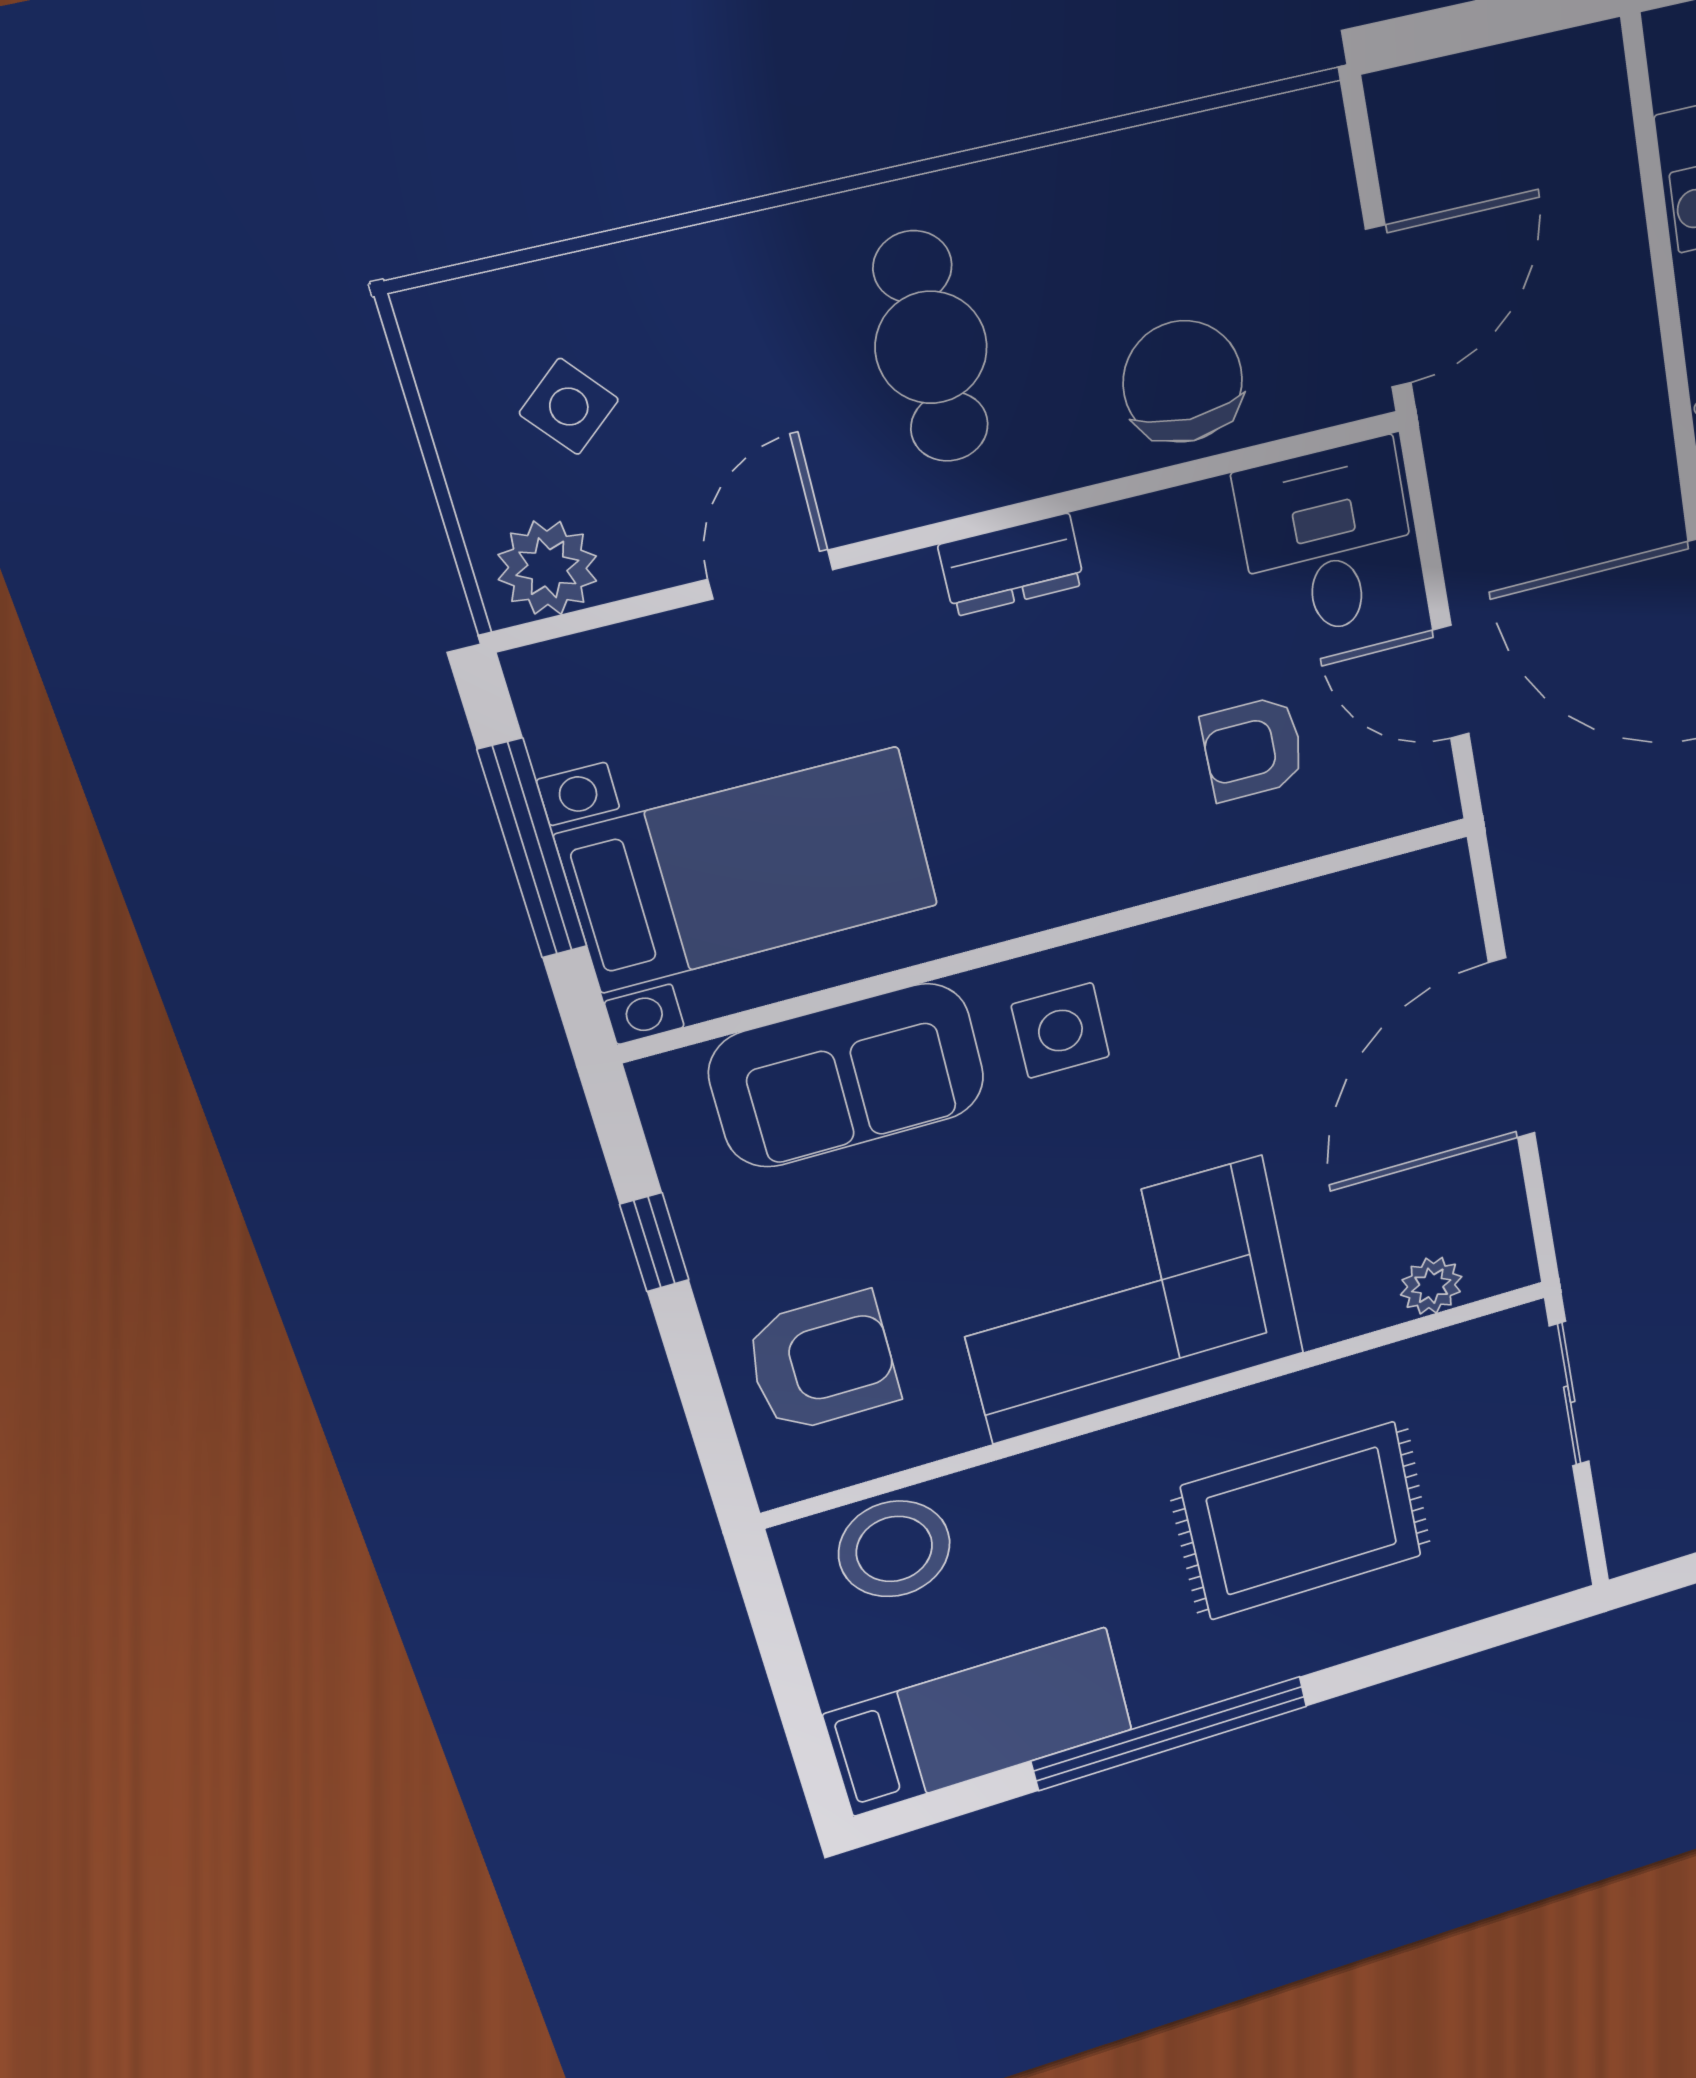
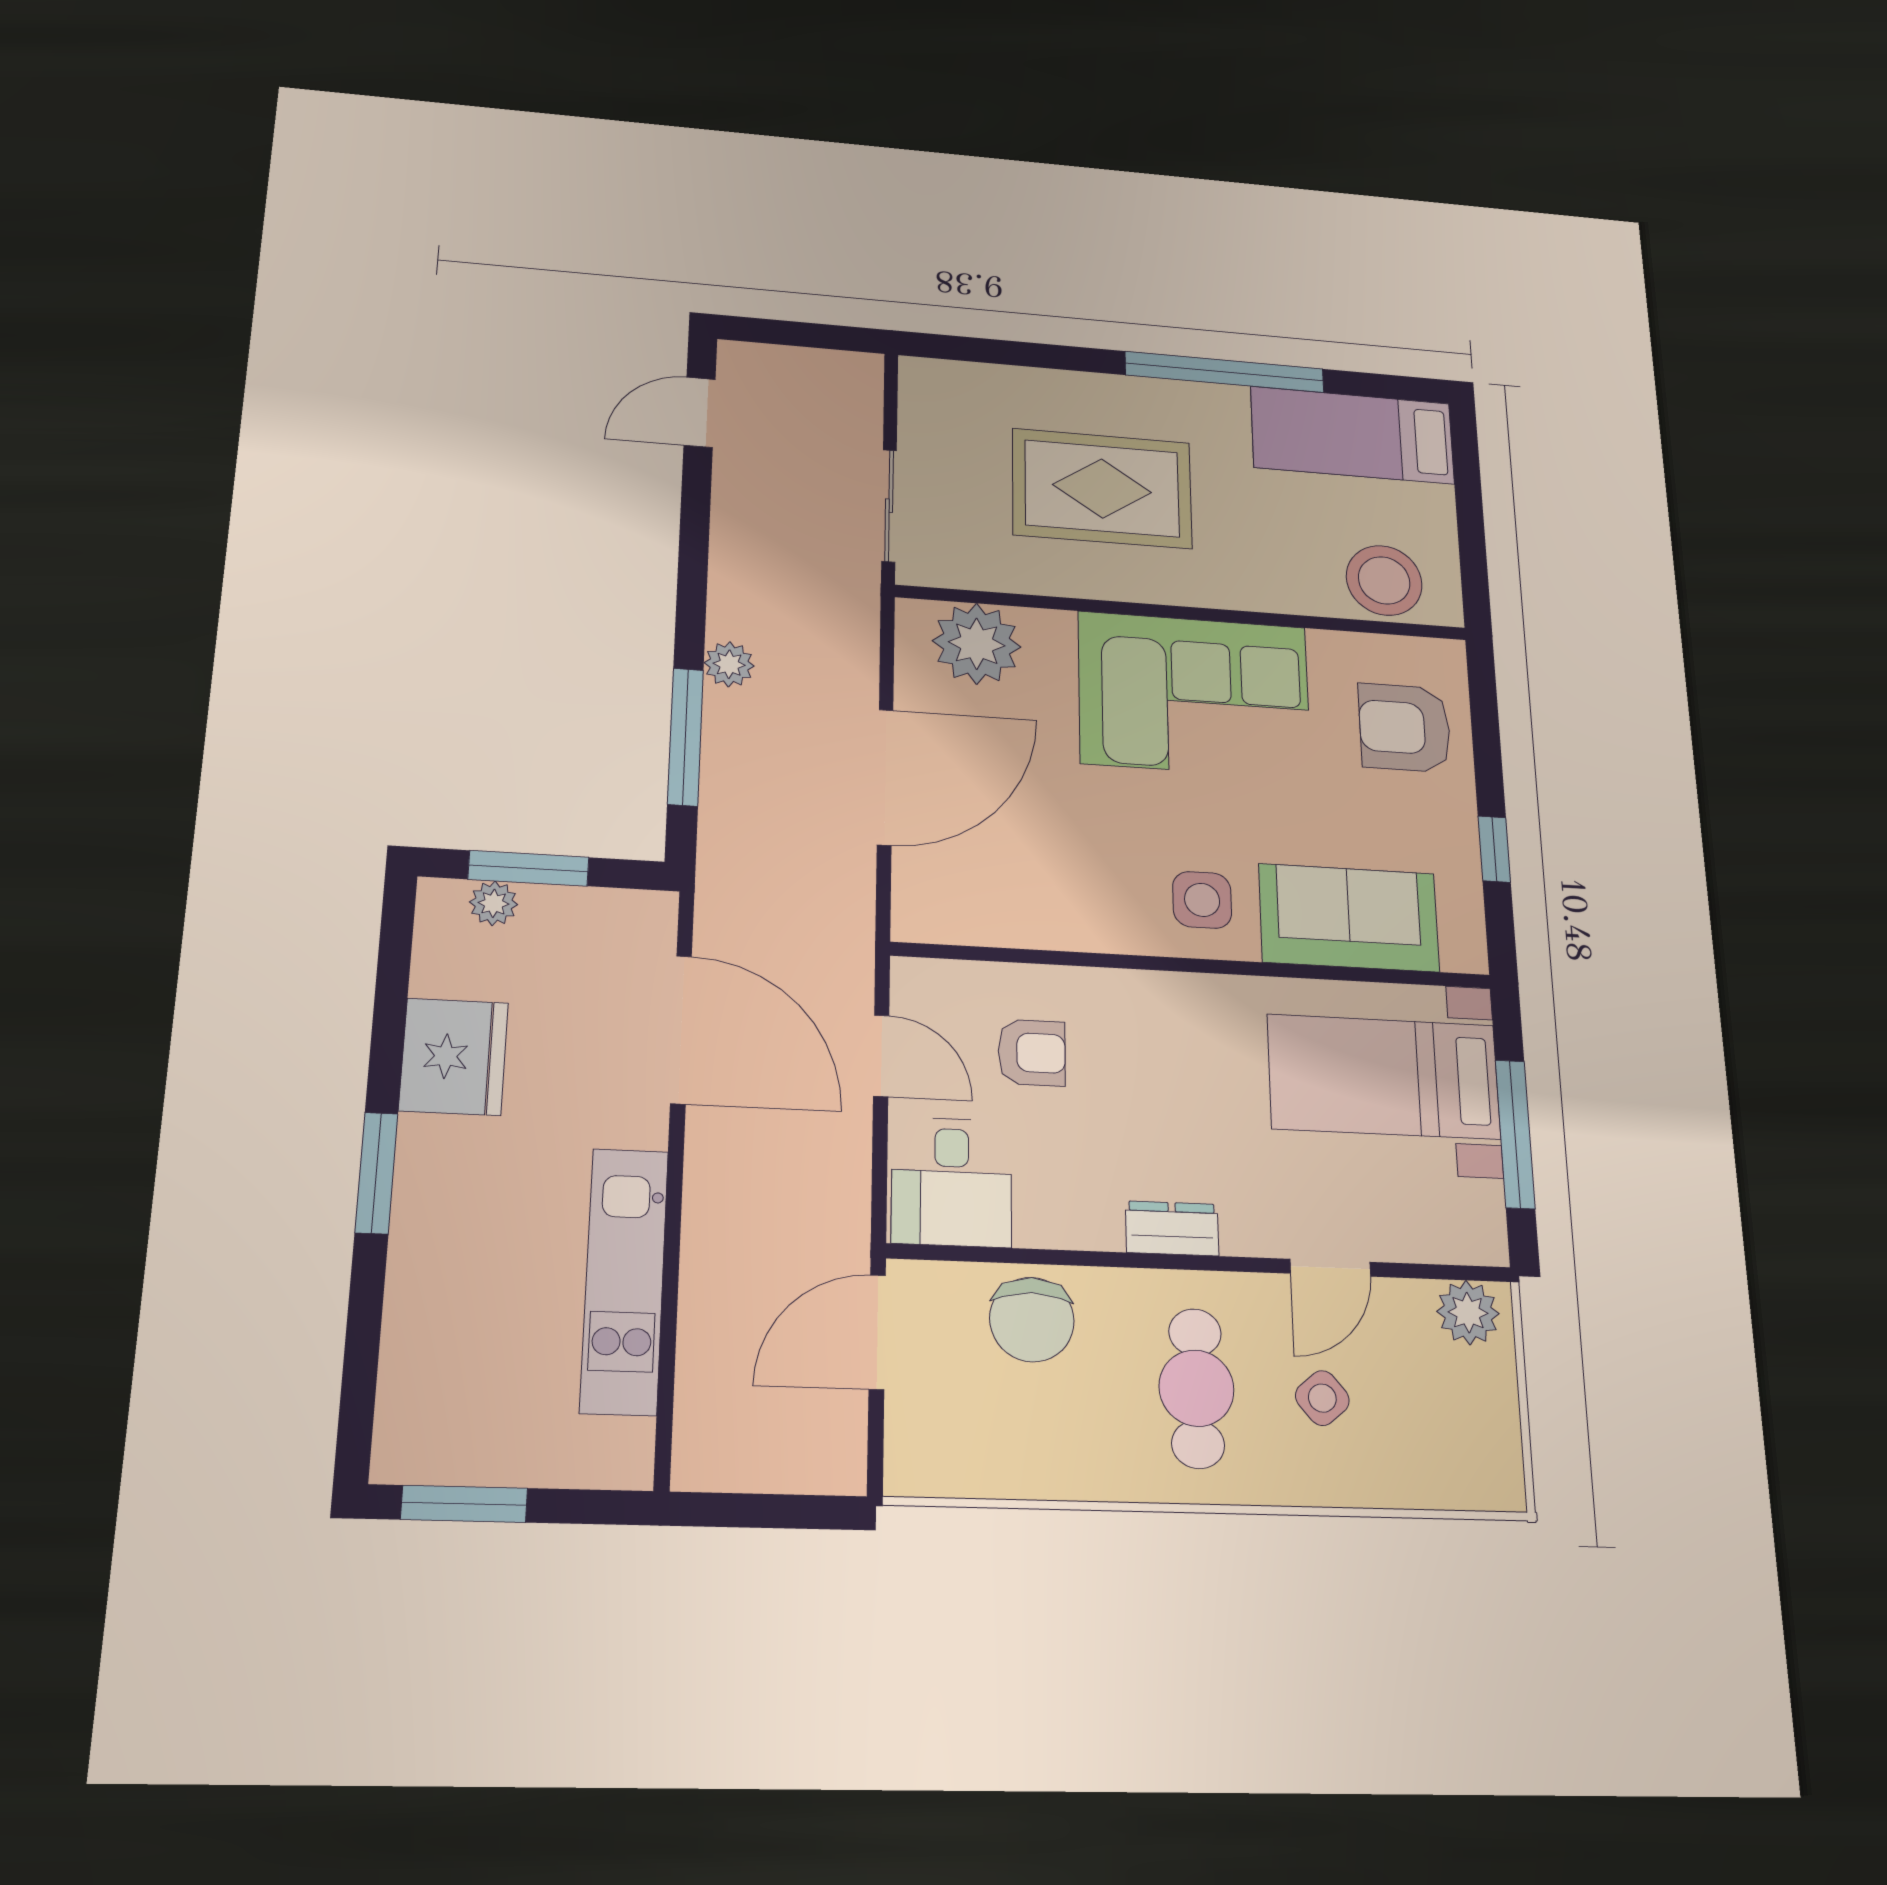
side table: (569, 407) -> (1322, 1398), moved
plant: (1431, 1286) -> (977, 644), width x1.87, depth x1.87

